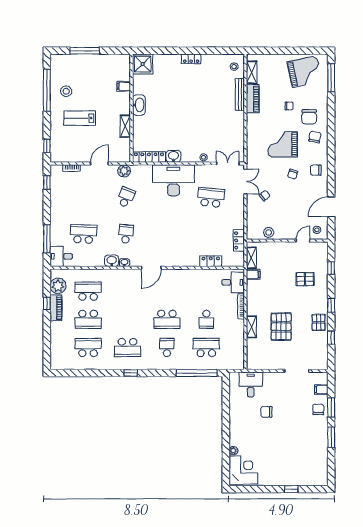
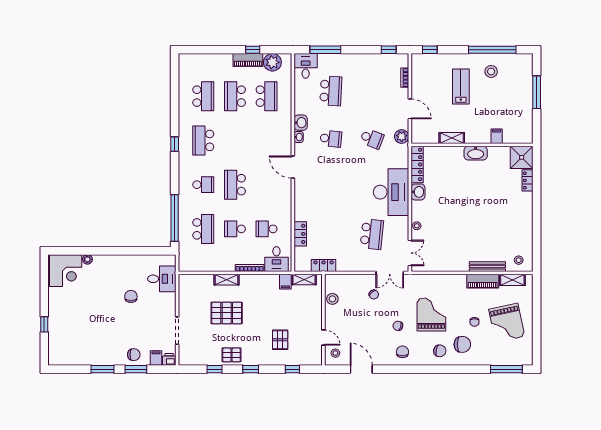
locker: (191, 59) -> (527, 180), moved
grand piano: (305, 72) -> (507, 323), moved
chair: (309, 117) -> (462, 344), turned 180
school desk: (206, 291) -> (267, 229), added
printer: (323, 378) -> (169, 359), added

